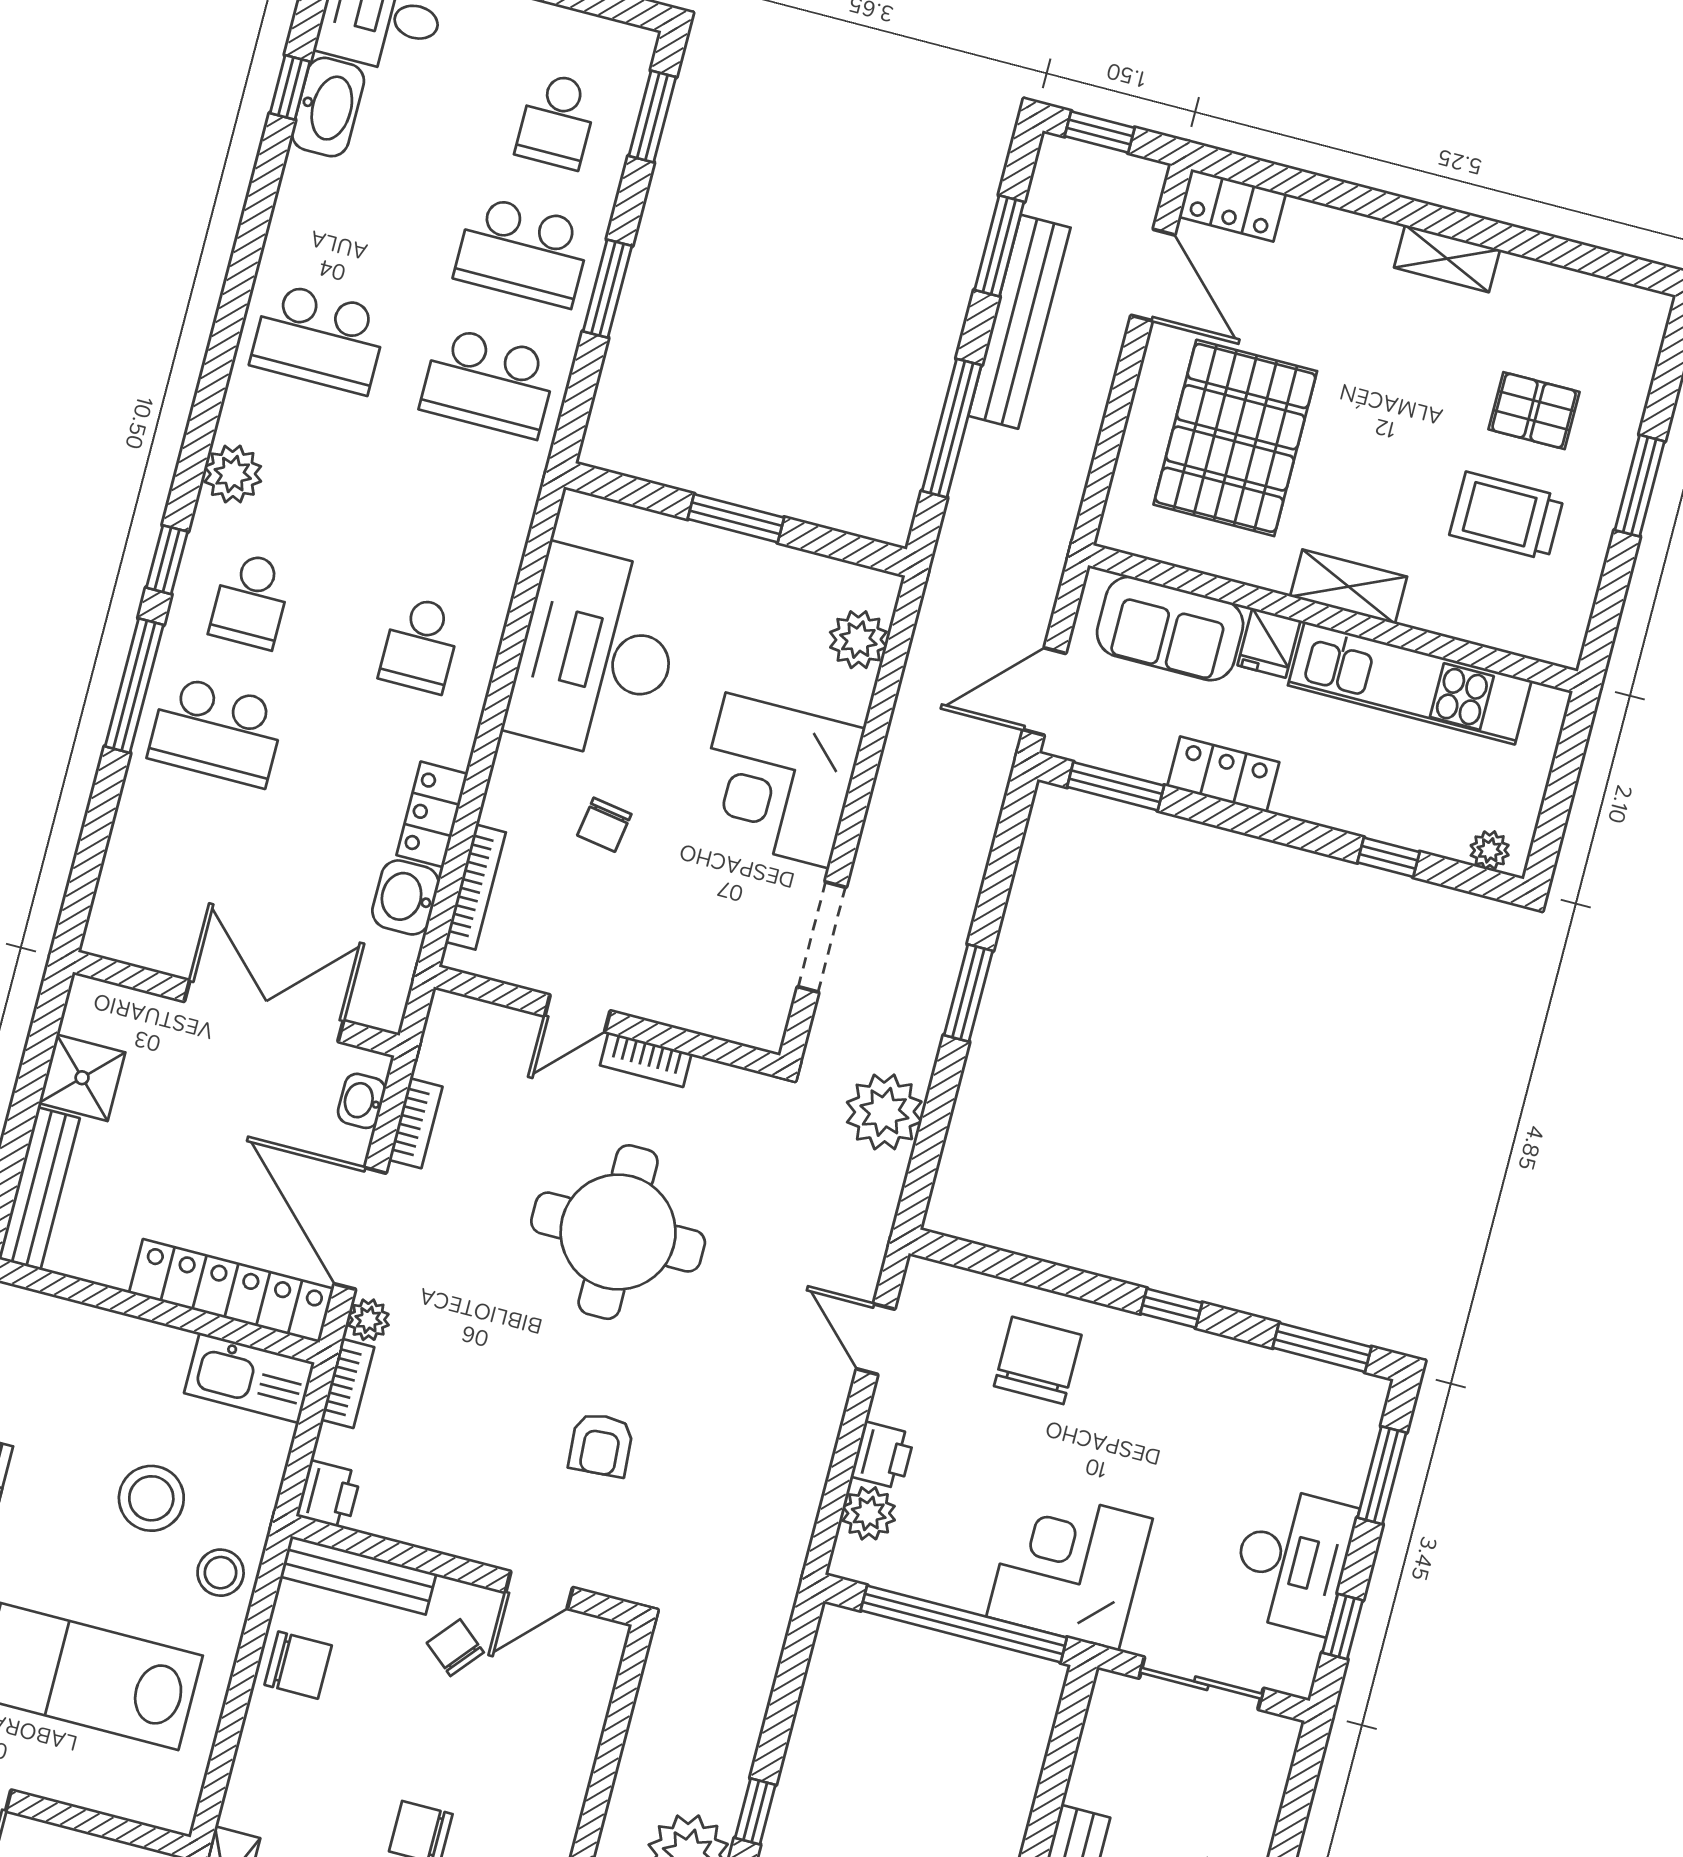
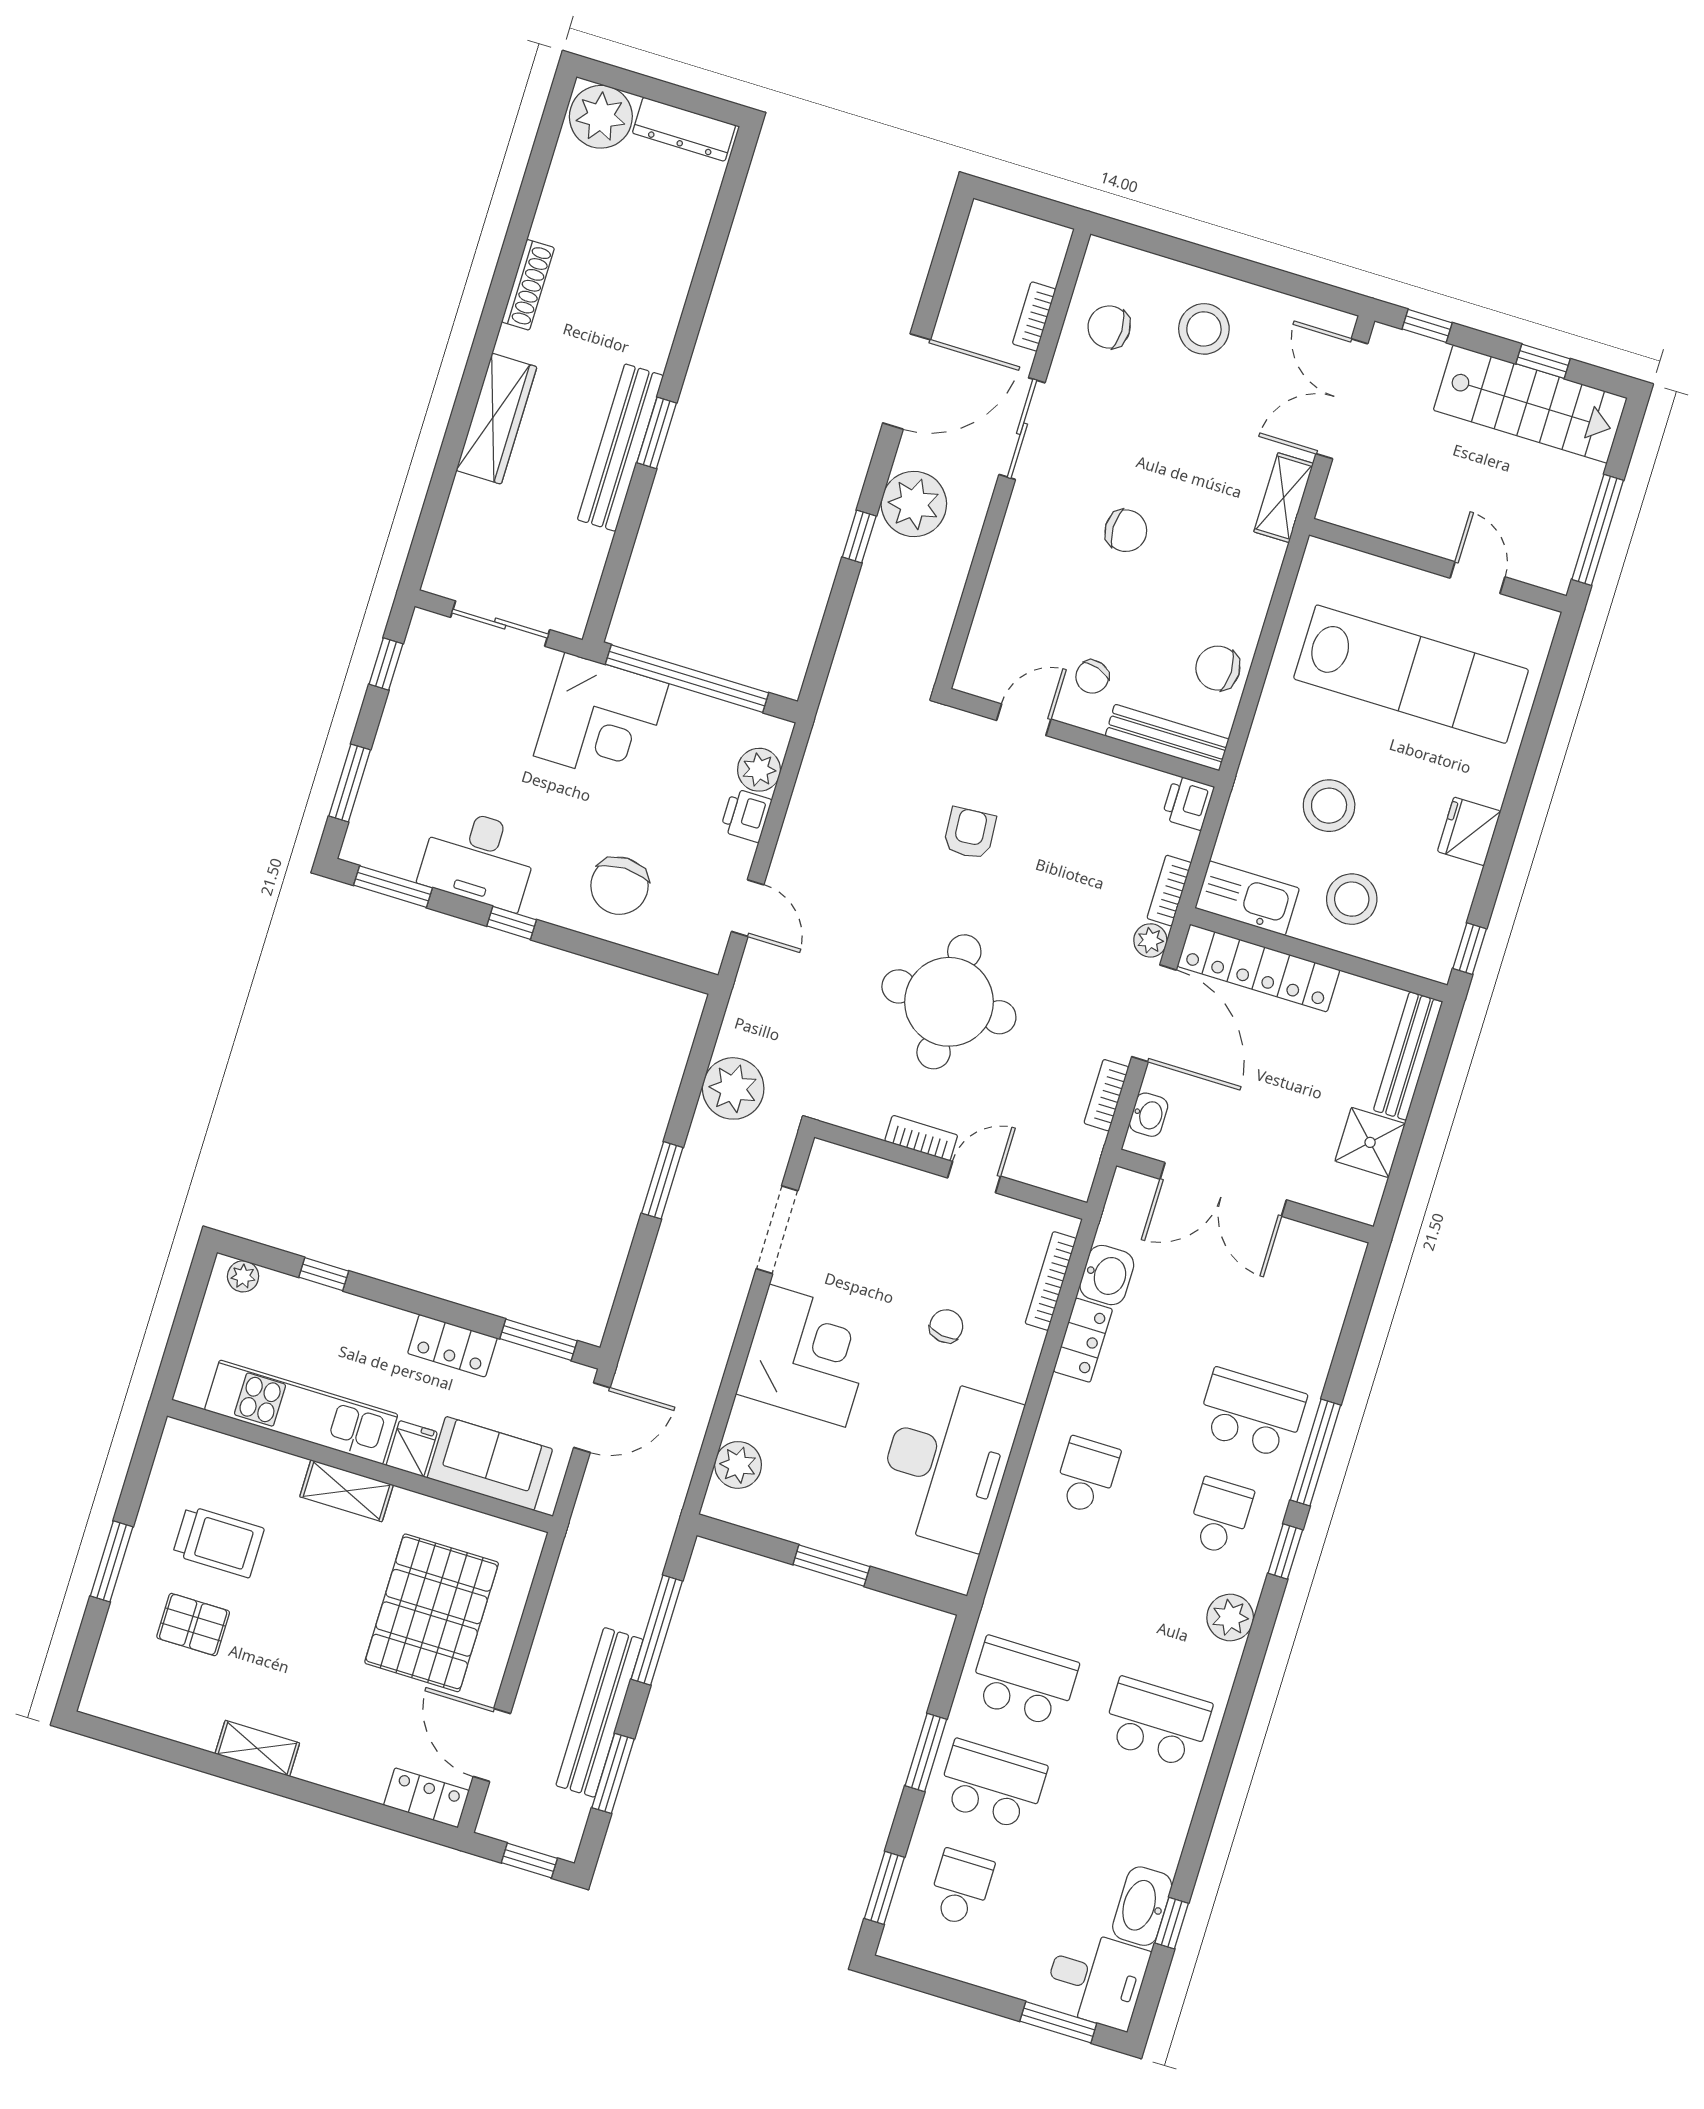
desk: (1292, 1560) -> (479, 859), moved, turned -90
stool: (221, 1573) -> (1352, 899), moved, width x1.38, depth x1.38
chair: (455, 1648) -> (1092, 677), turned 68

